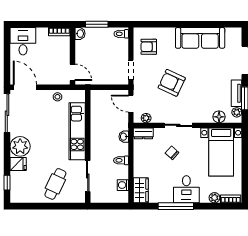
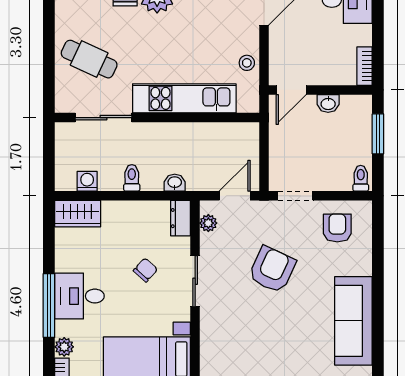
washbasin: (80, 34) -> (328, 103), moved
floor lamp: (219, 117) -> (211, 355), removed
window: (176, 206) -> (49, 306), moved

